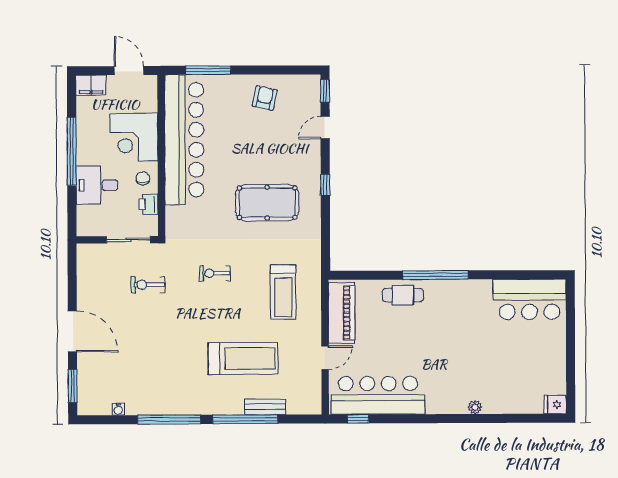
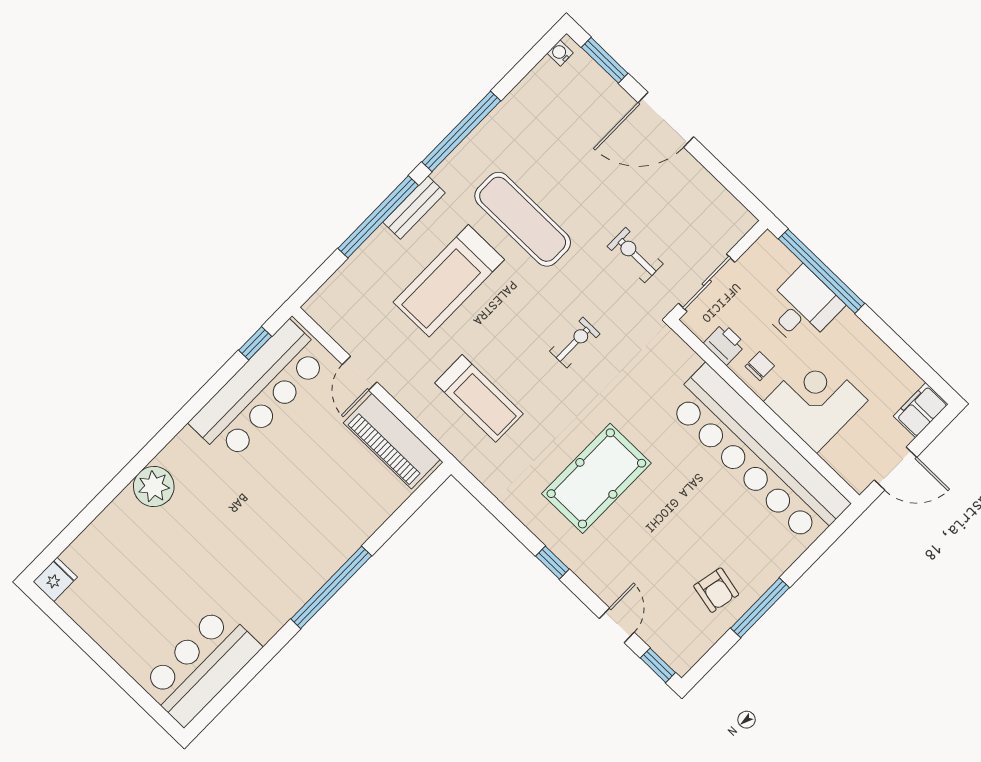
window: (208, 70) -> (760, 608), moved
window: (72, 151) -> (822, 271), moved
chair: (143, 178) -> (760, 366), turned -90
exercise bike: (148, 285) -> (635, 255), turned -90
treadmill: (283, 292) -> (479, 398), turned 180
cafe table: (403, 295) -> (344, 529), removed
exercise mat: (182, 352) -> (523, 219), added
bench: (265, 407) -> (414, 208), moved
plant: (475, 407) -> (154, 486), width x1.87, depth x1.87
water cooler: (118, 409) -> (560, 53), moved

